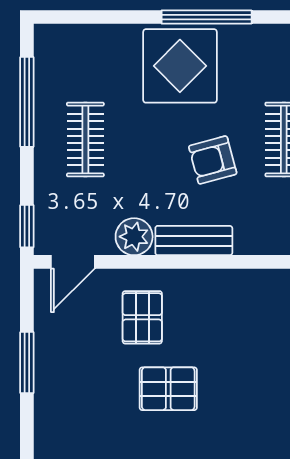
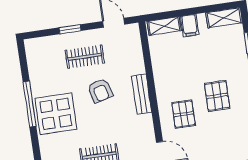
plant: (134, 237) -> (144, 124), removed
pallet: (142, 317) -> (184, 114), turned 90

